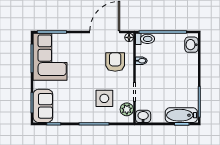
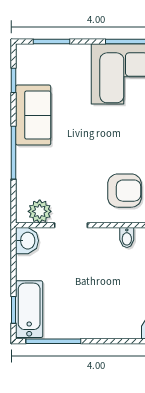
side table: (104, 98) -> (59, 171), removed
sofa: (43, 106) -> (33, 115), moved, turned -90

